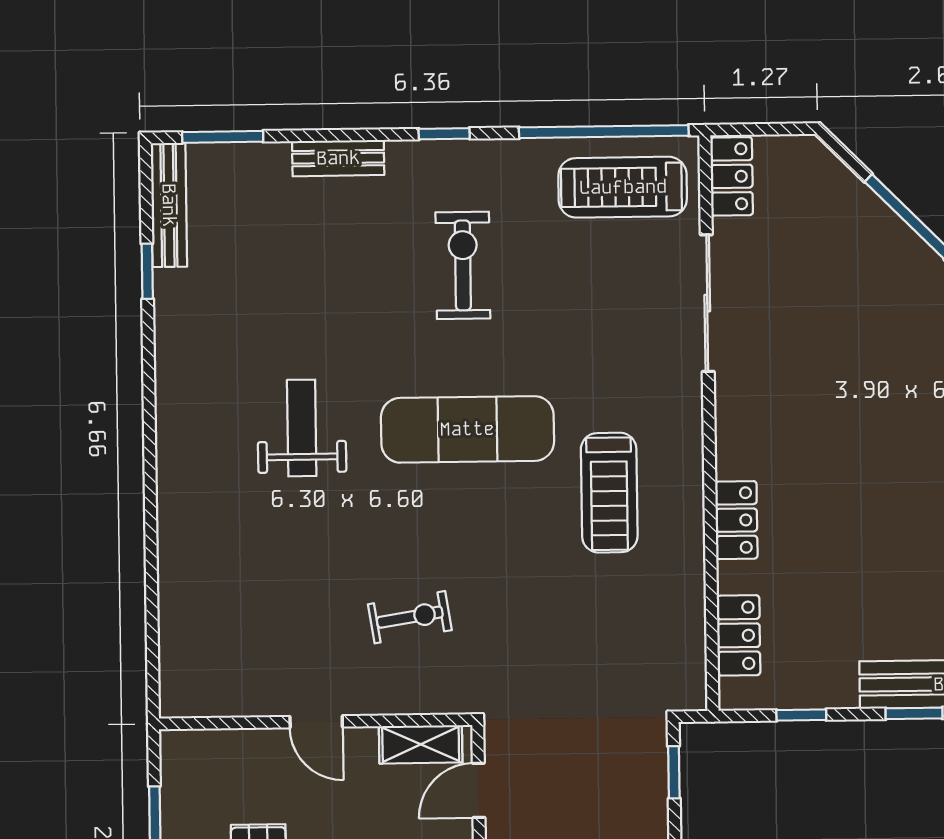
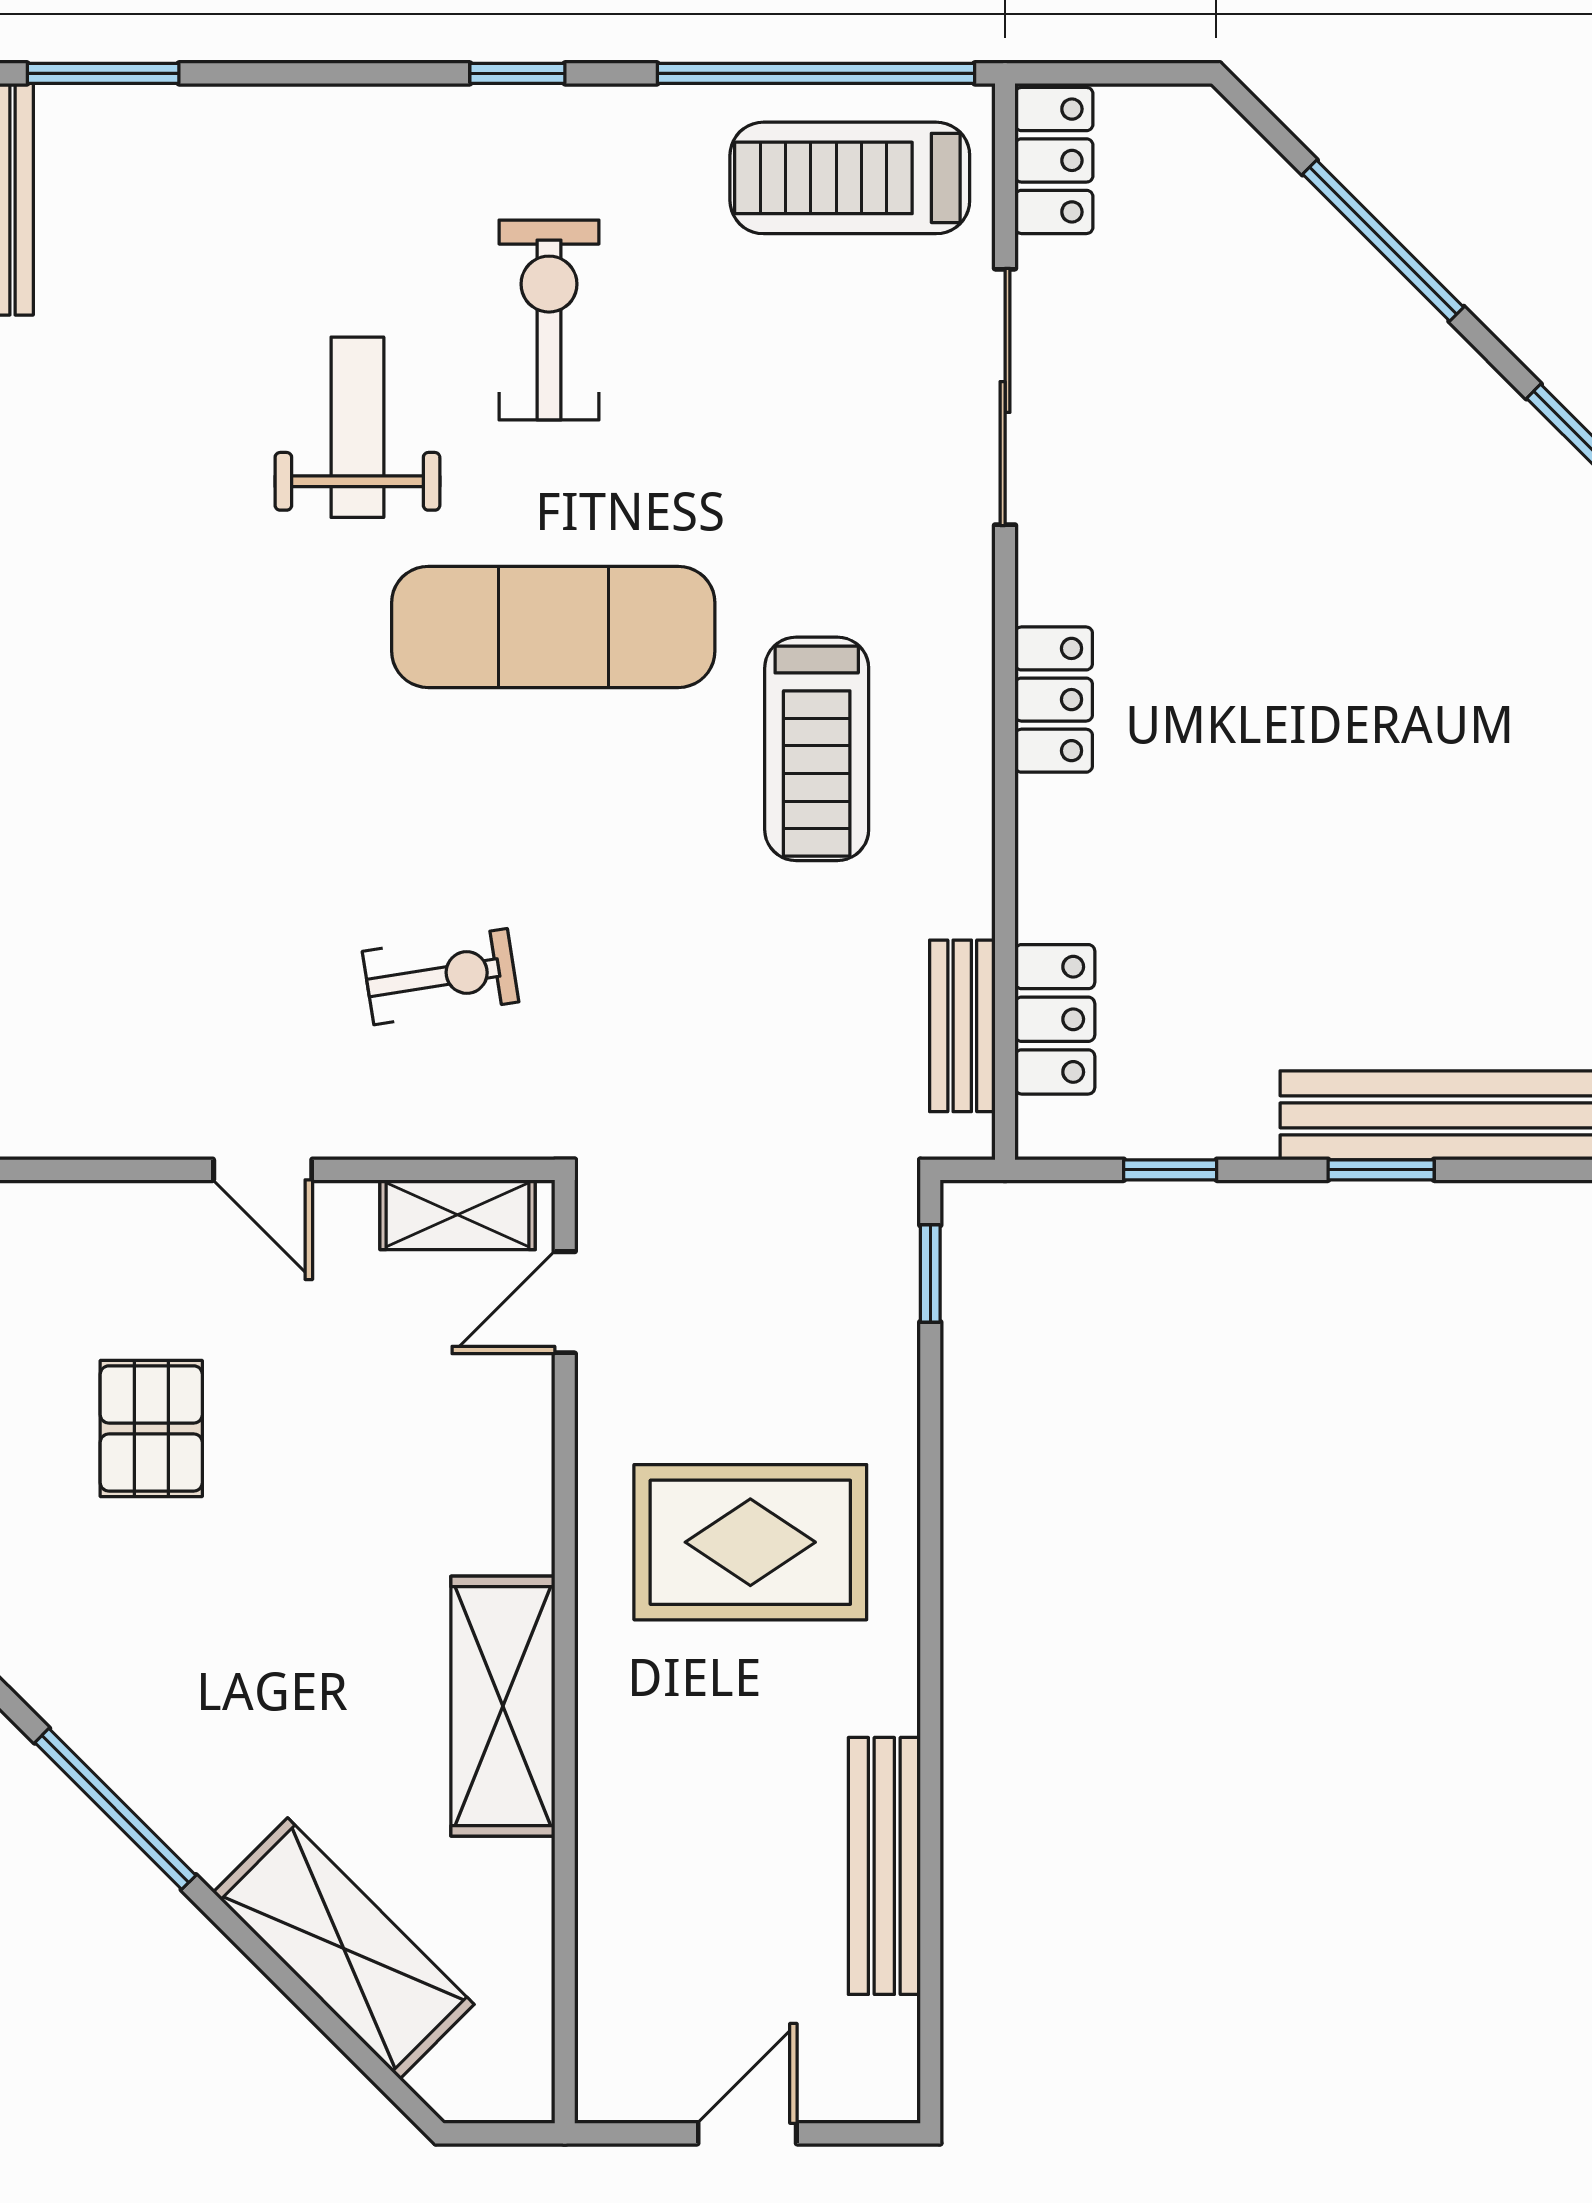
bench: (338, 158) -> (962, 1026), moved, turned 90
weight bench: (302, 428) -> (357, 427), moved
locker: (736, 520) -> (1054, 700), moved

